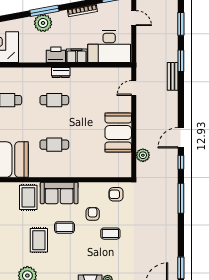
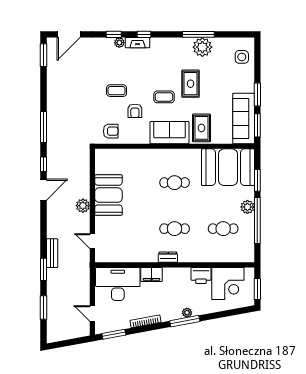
plant: (43, 23) -> (187, 313), width x0.53, depth x0.53
printer: (56, 55) -> (201, 276), moved
door: (134, 88) -> (92, 241), swing flipped
plant: (143, 155) -> (83, 206), moved

